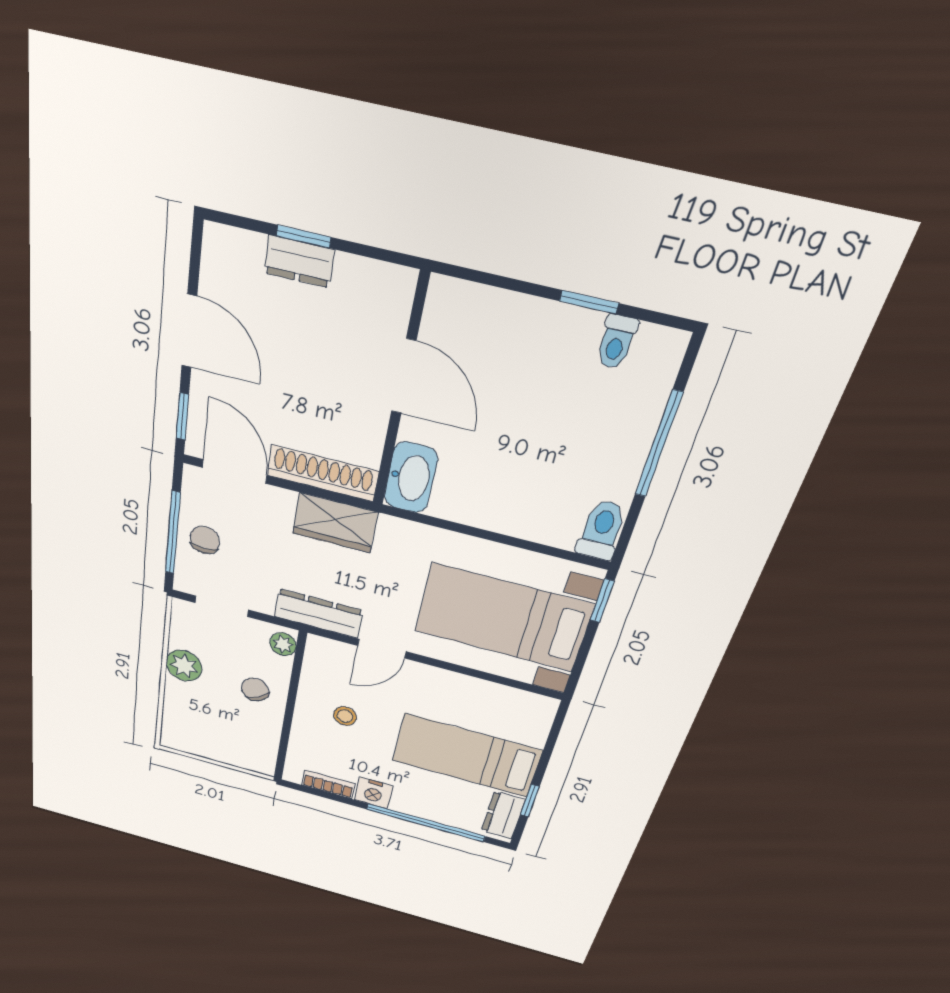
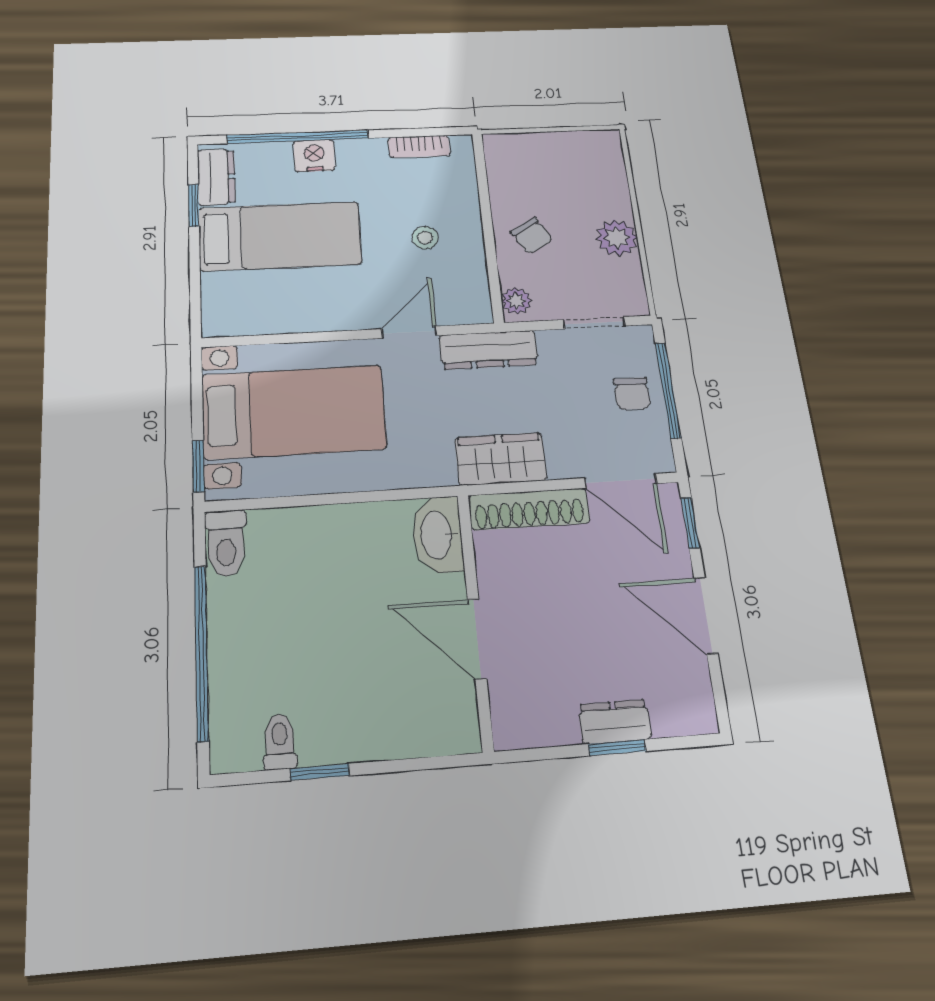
window: (659, 444) -> (202, 652), width x1.46
nightstand: (373, 793) -> (314, 156), moved

